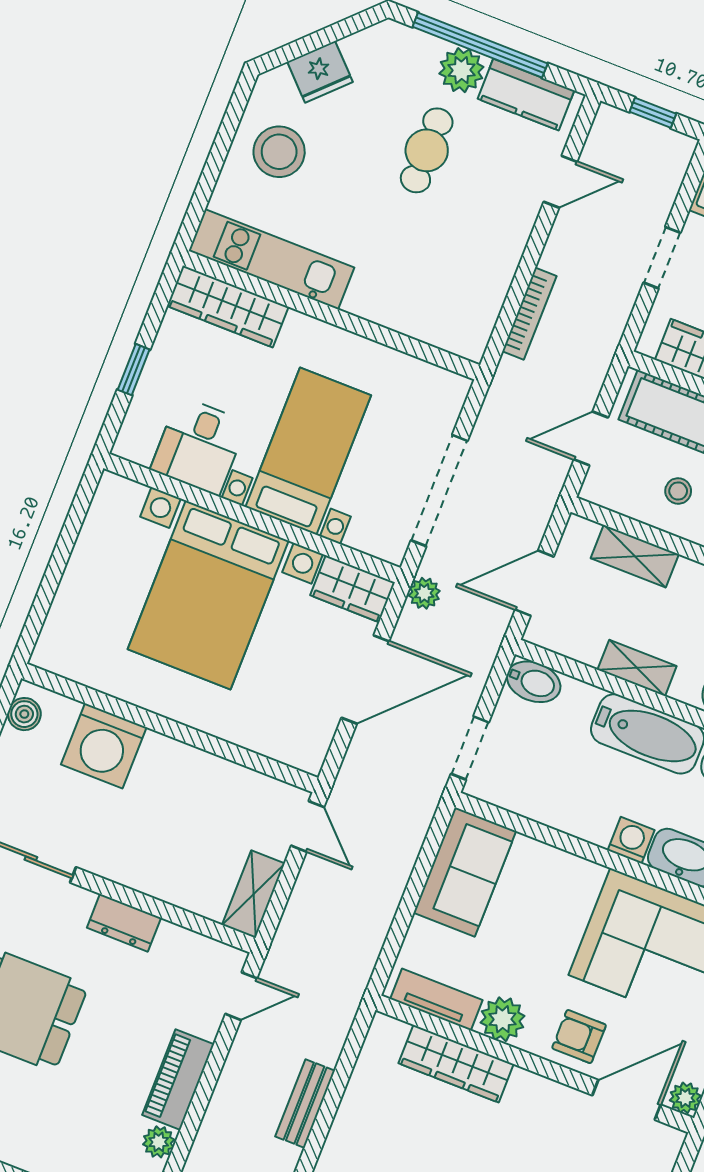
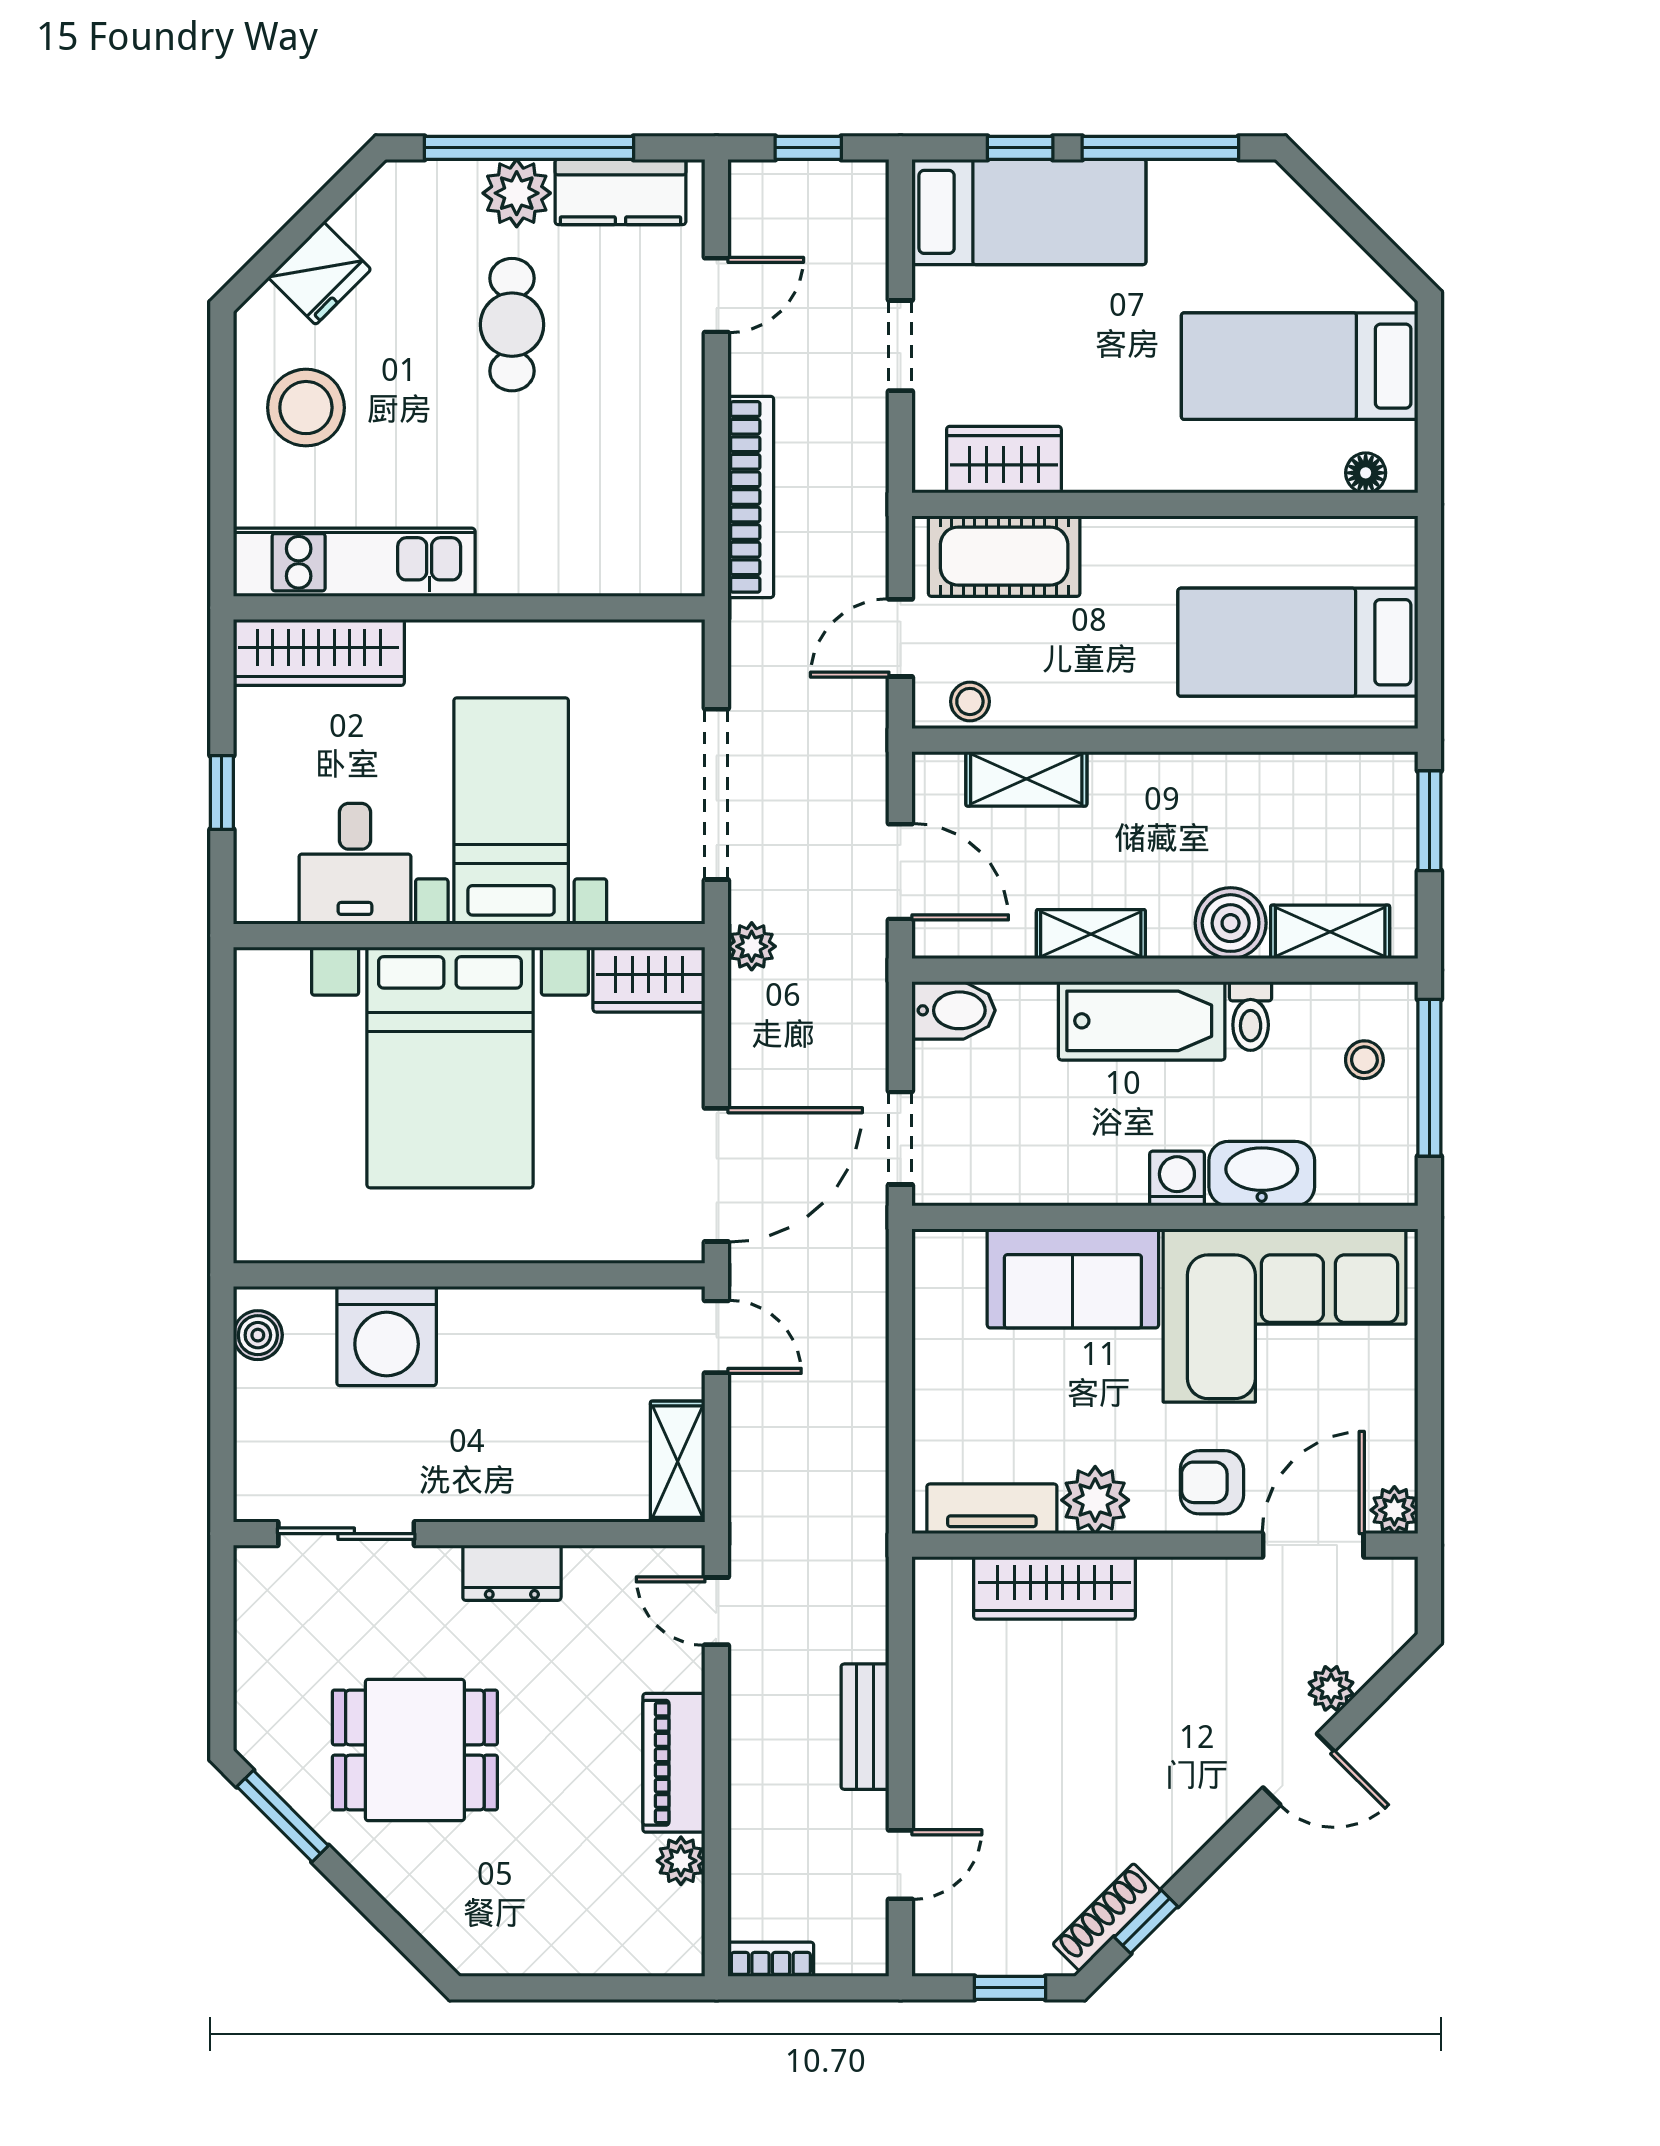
bookcase: (529, 314) -> (751, 497), width x1.48, depth x1.31
stool: (678, 491) -> (970, 701), moved
door: (534, 583) -> (900, 872), swing flipped
door: (365, 680) -> (716, 1175), moved
sofa: (465, 872) -> (1073, 1278), moved, turned 90
door: (241, 996) -> (716, 1611), swing flipped

